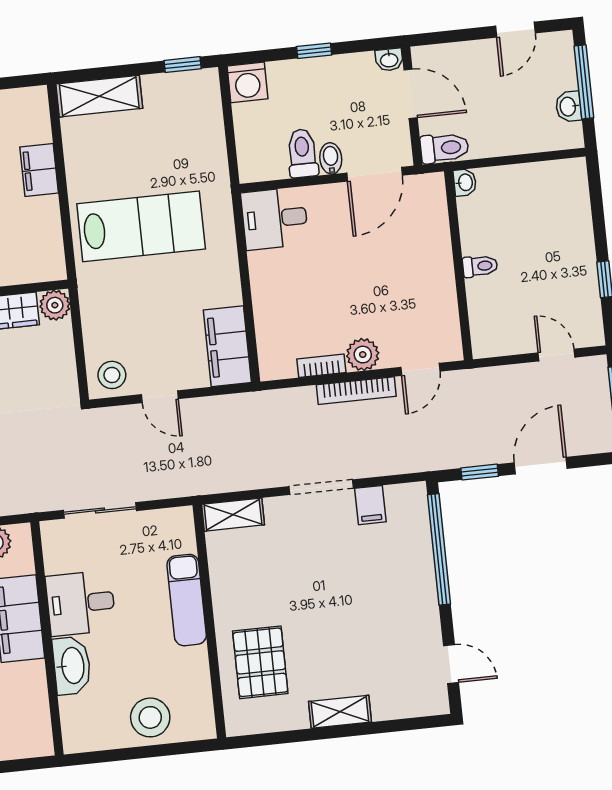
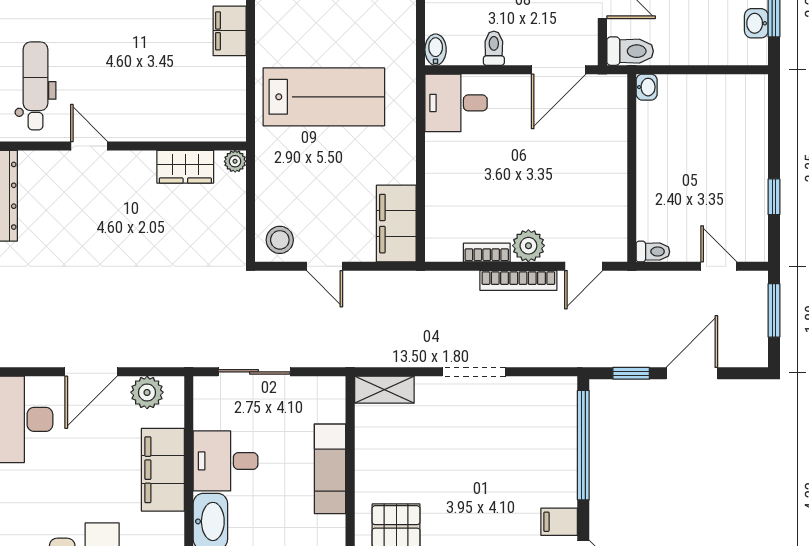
toilet: (302, 153) -> (494, 48), width x0.73, depth x0.72
bidet: (331, 158) -> (436, 50), moved
toilet: (480, 266) -> (653, 252), moved
plant: (55, 305) -> (235, 161), width x0.73, depth x0.73
filing cabinet: (370, 505) -> (559, 522), moved, turned 90

